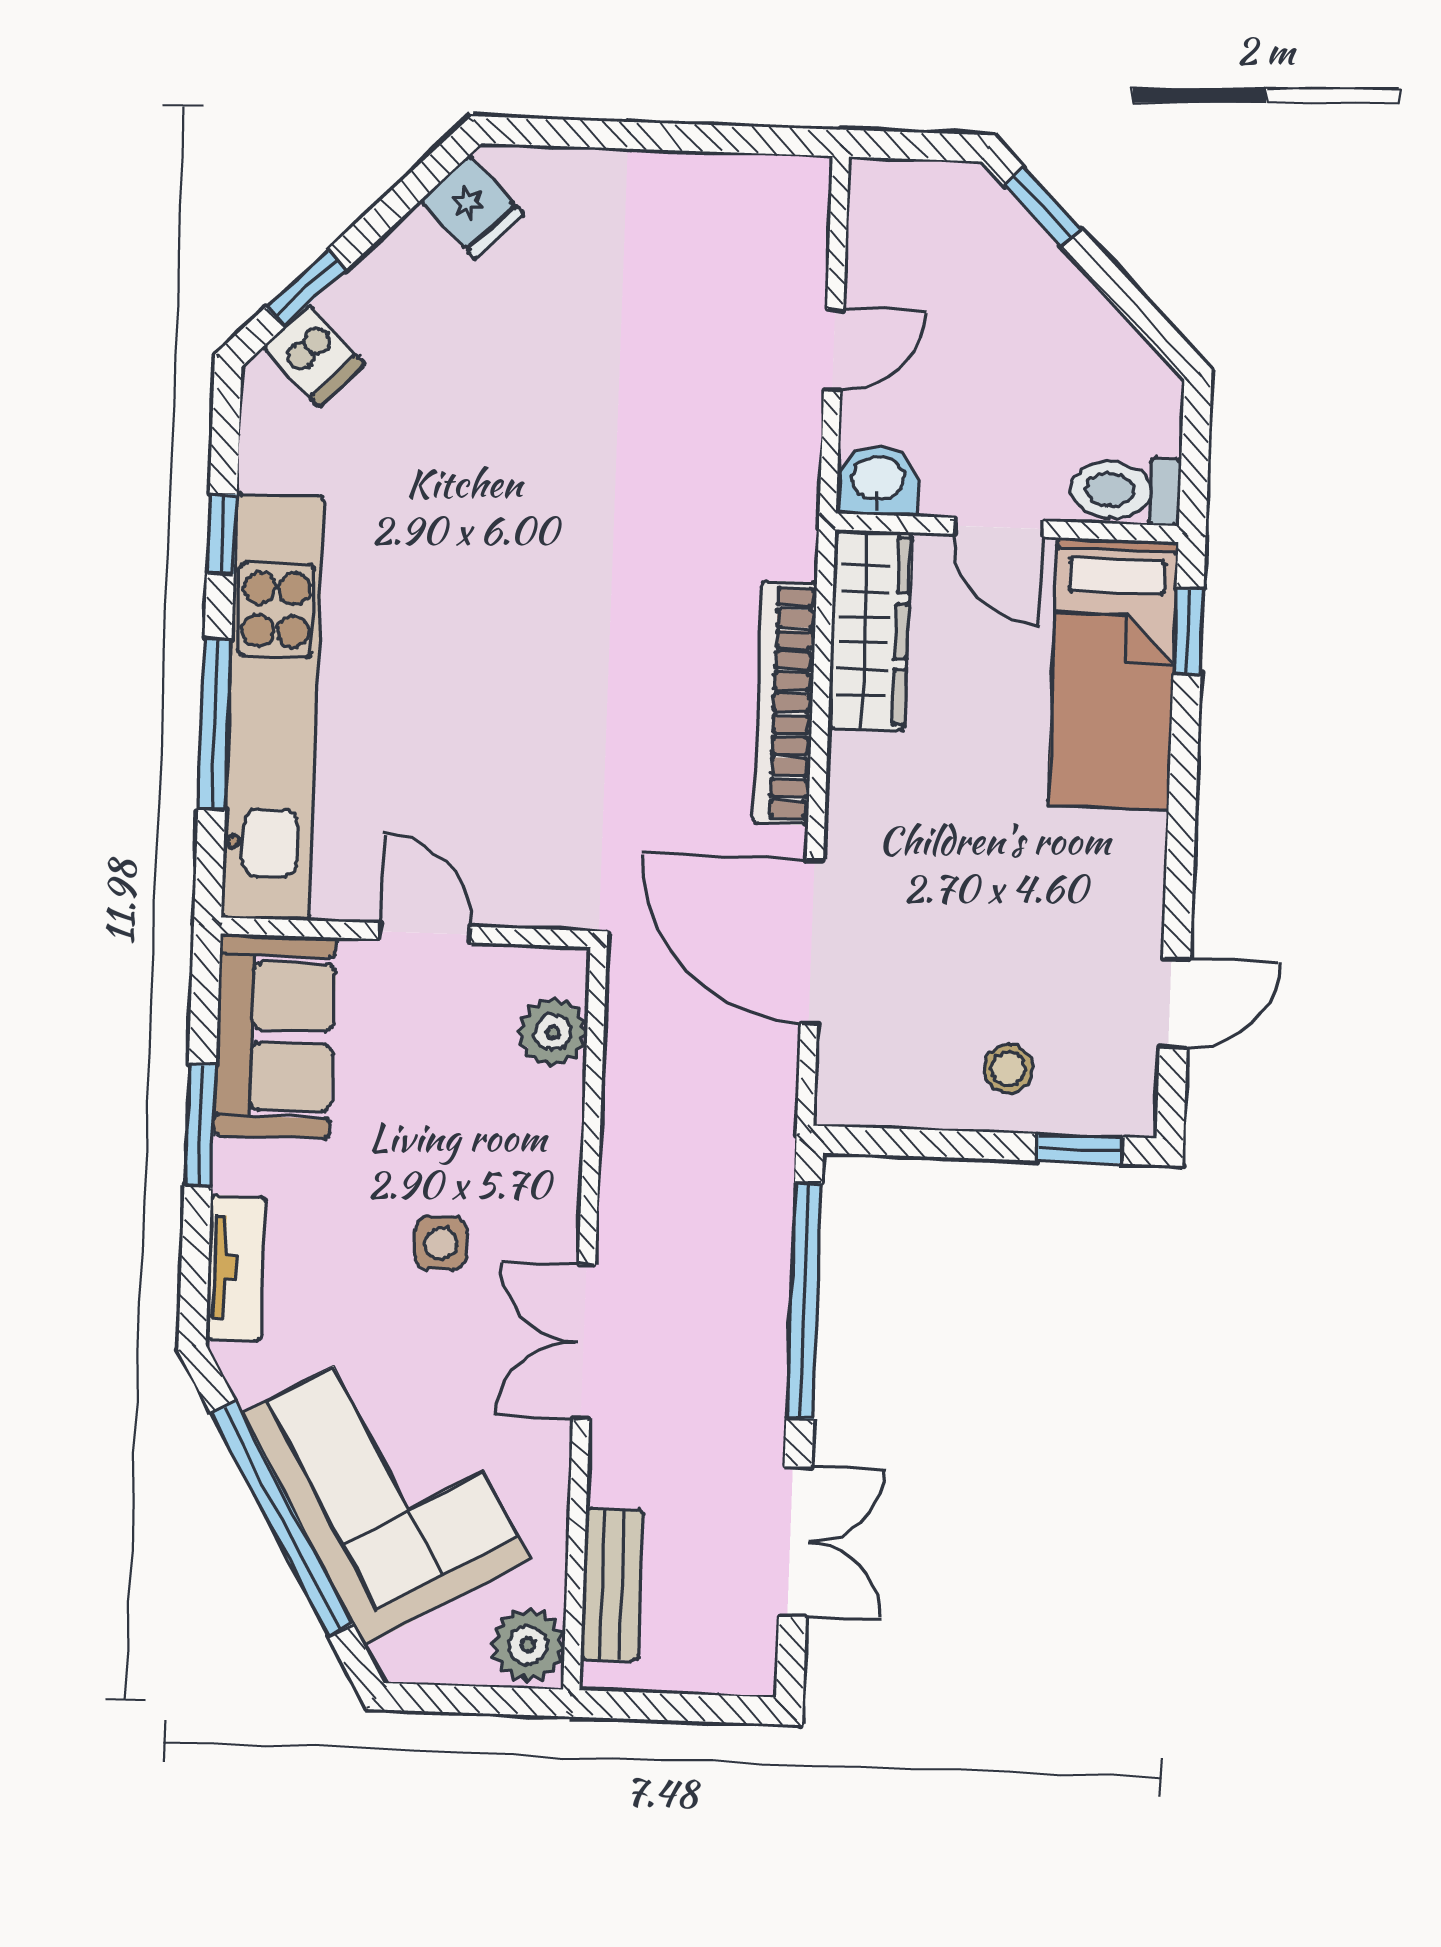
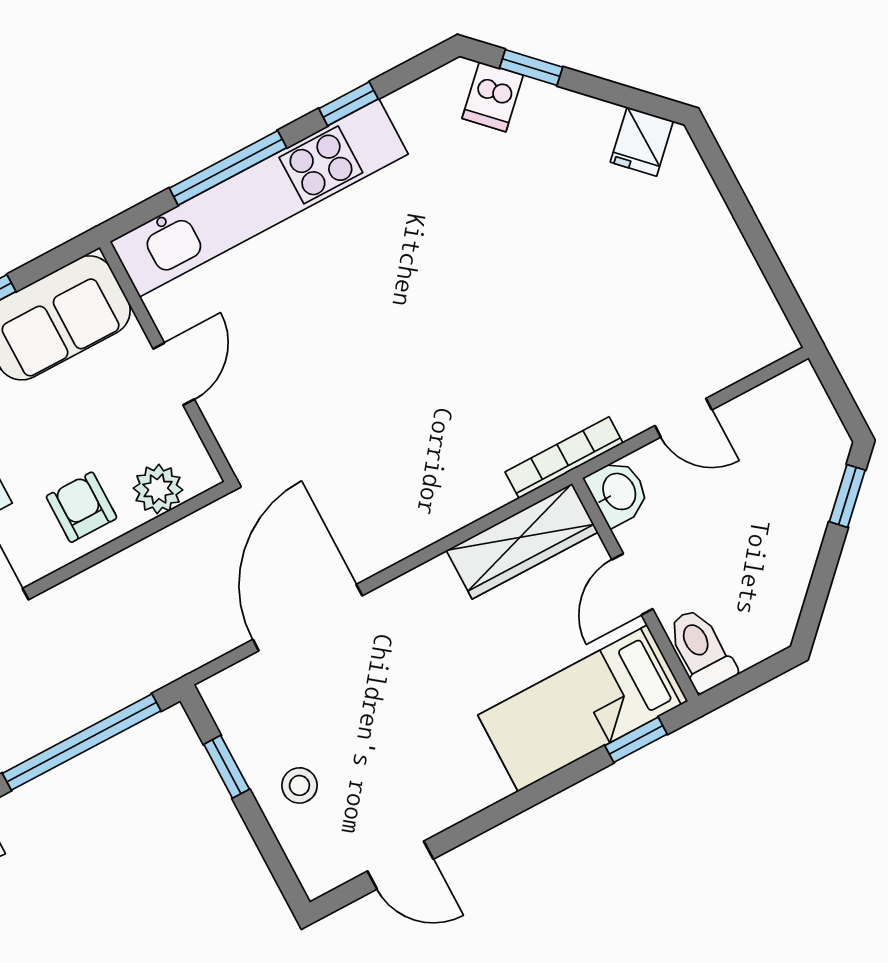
bookcase: (785, 703) -> (564, 458), moved, width x0.68, depth x0.76
armchair: (521, 1137) -> (81, 507), added
window: (1080, 1149) -> (227, 767), moved

